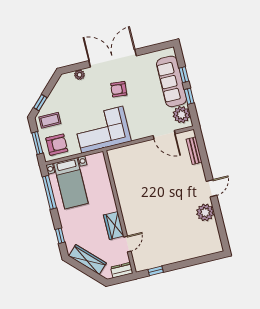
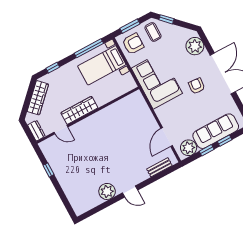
plant: (80, 75) -> (195, 46), width x1.87, depth x1.87
armchair: (57, 145) -> (133, 44), turned -90
wardrobe: (114, 226) -> (79, 110), width x1.50
window: (156, 271) -> (48, 170), moved

